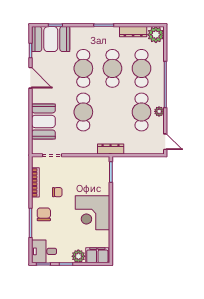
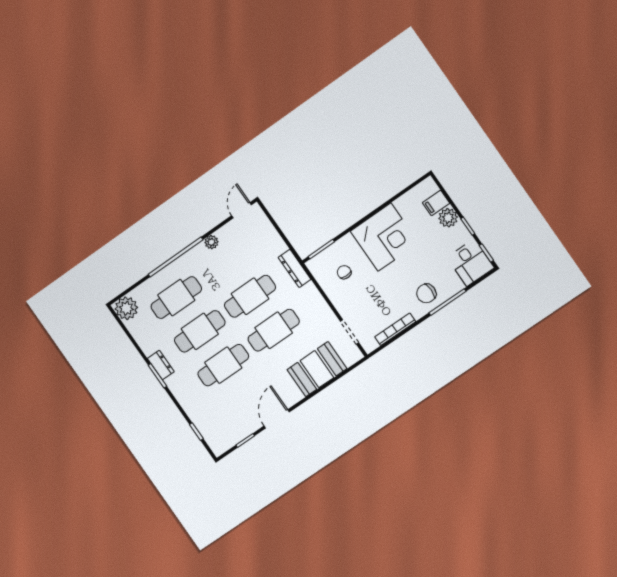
dresser: (133, 32) -> (161, 365), moved, width x0.70
booth: (51, 39) -> (216, 426), removed
cafe table: (141, 112) -> (250, 296), moved
chair: (57, 192) -> (344, 272), moved
filing cabinet: (97, 255) -> (436, 203), width x0.50

